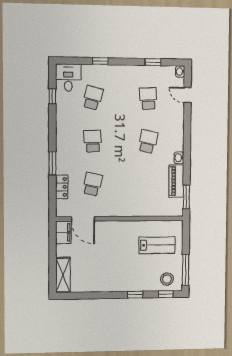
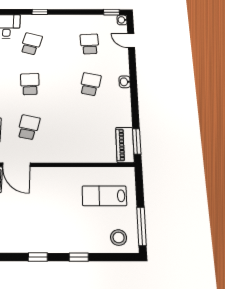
window: (153, 62) -> (112, 12), moved
washbasin: (179, 158) -> (125, 82), moved
piano: (176, 181) -> (125, 145), moved
lab bench: (157, 245) -> (104, 196), turned 180
window: (166, 294) -> (38, 257), moved

